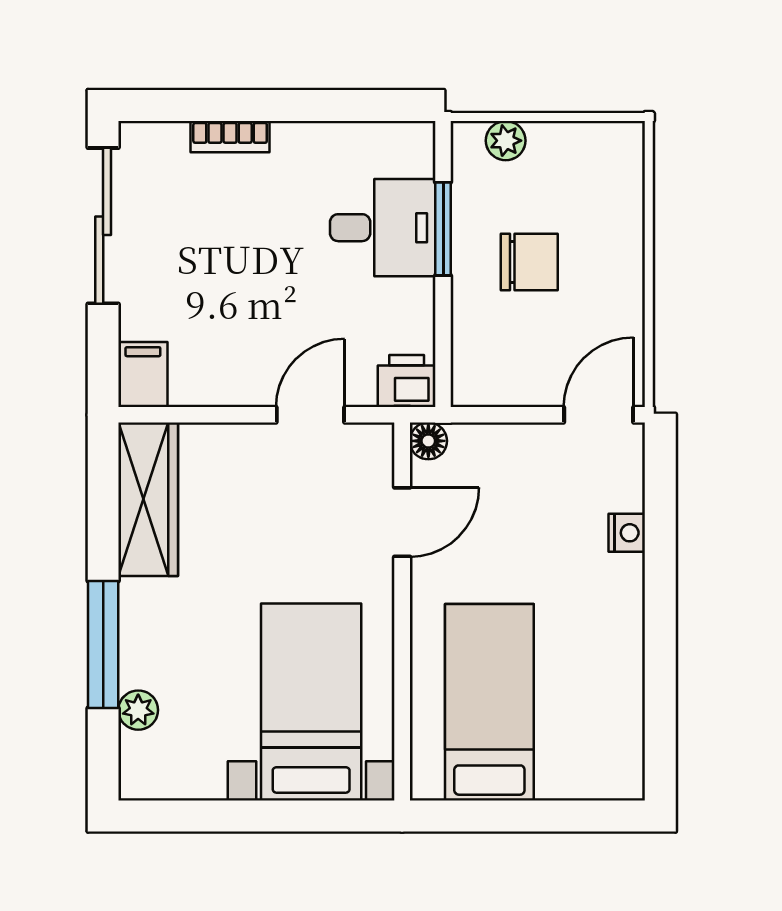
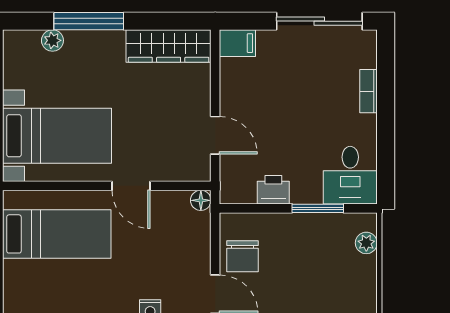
desk: (383, 228) -> (350, 175), moved
chair: (529, 262) -> (242, 256), moved
printer: (407, 381) -> (273, 190), moved, turned -90
door: (402, 522) -> (131, 186), moved

